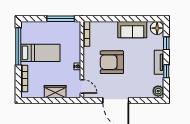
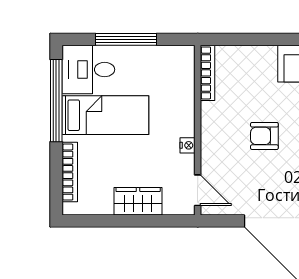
window: (61, 19) -> (126, 39), moved
desk: (33, 32) -> (88, 70), added
armchair: (112, 62) -> (264, 136), width x0.53, depth x0.53

